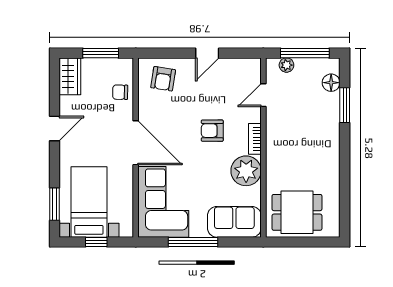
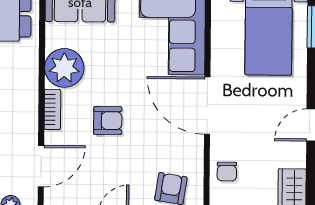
chair: (120, 92) -> (227, 172), turned 89
door: (263, 95) -> (41, 166), width x1.37

